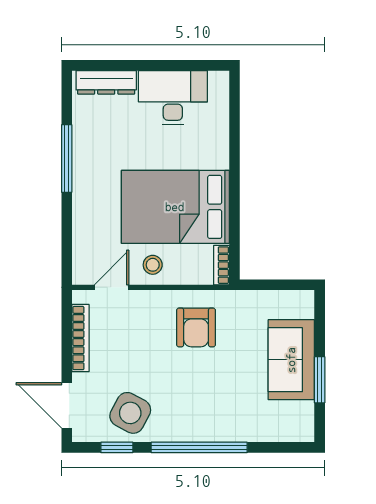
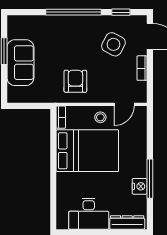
nightstand: (84, 145) -> (140, 186), added
bookcase: (80, 338) -> (142, 68), width x0.64
side table: (130, 413) -> (113, 44), moved

